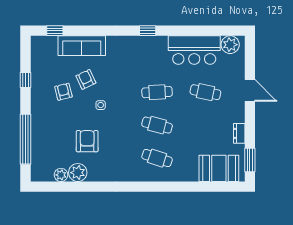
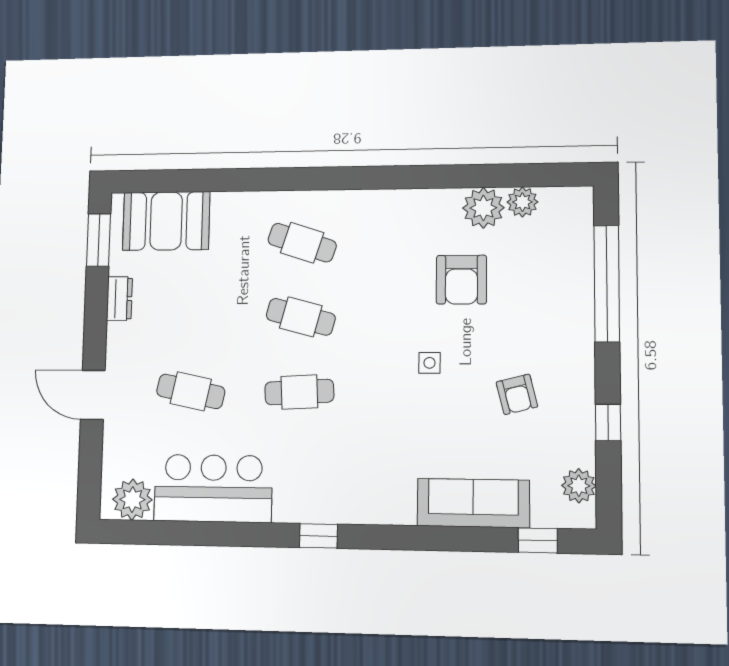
plant: (38, 54) -> (579, 486), added
armchair: (86, 79) -> (464, 423), removed

